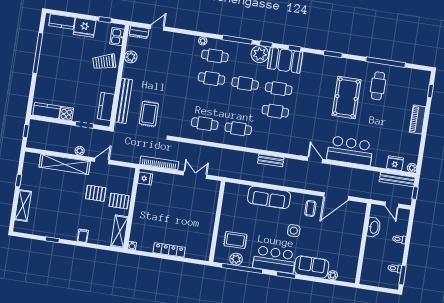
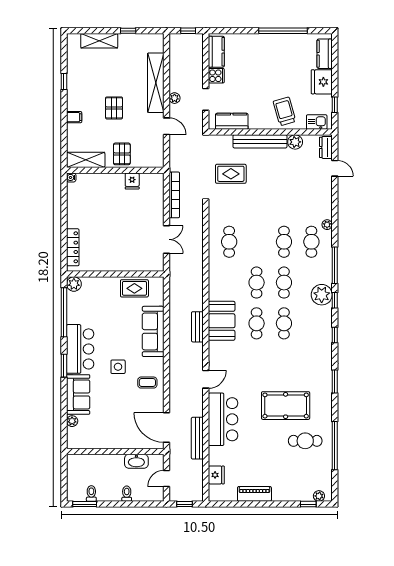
booth: (285, 60) -> (222, 321), moved
bench: (124, 101) -> (260, 141), moved
piano: (418, 120) -> (254, 494), moved
cafe table: (238, 129) -> (257, 283), moved
plant: (412, 168) -> (319, 496), moved
fridge: (145, 179) -> (132, 181), moved
bench: (397, 179) -> (197, 438), moved
pallet: (96, 193) -> (114, 108), moved
door: (336, 196) -> (166, 428), moved
rug: (235, 240) -> (134, 288), moved, turned 90
locker: (169, 250) -> (73, 247), moved
plant: (236, 259) -> (74, 284), moved

